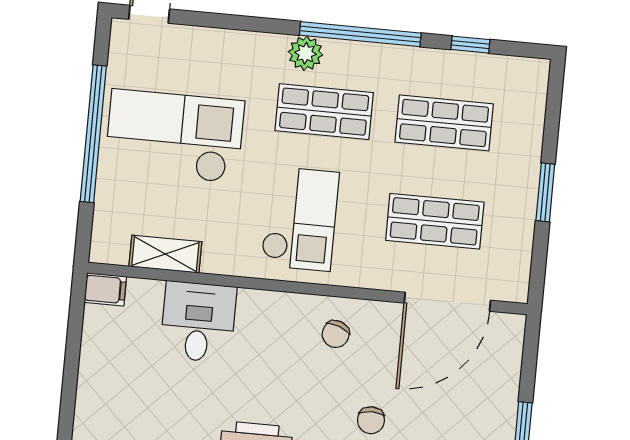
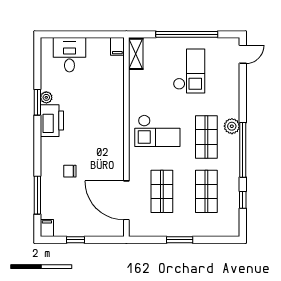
checkout: (175, 136) -> (189, 71), width x0.73, depth x0.83
shelving: (165, 254) -> (136, 54), moved
desk: (198, 322) -> (69, 55), moved, turned -90
chair: (336, 334) -> (107, 152), removed

